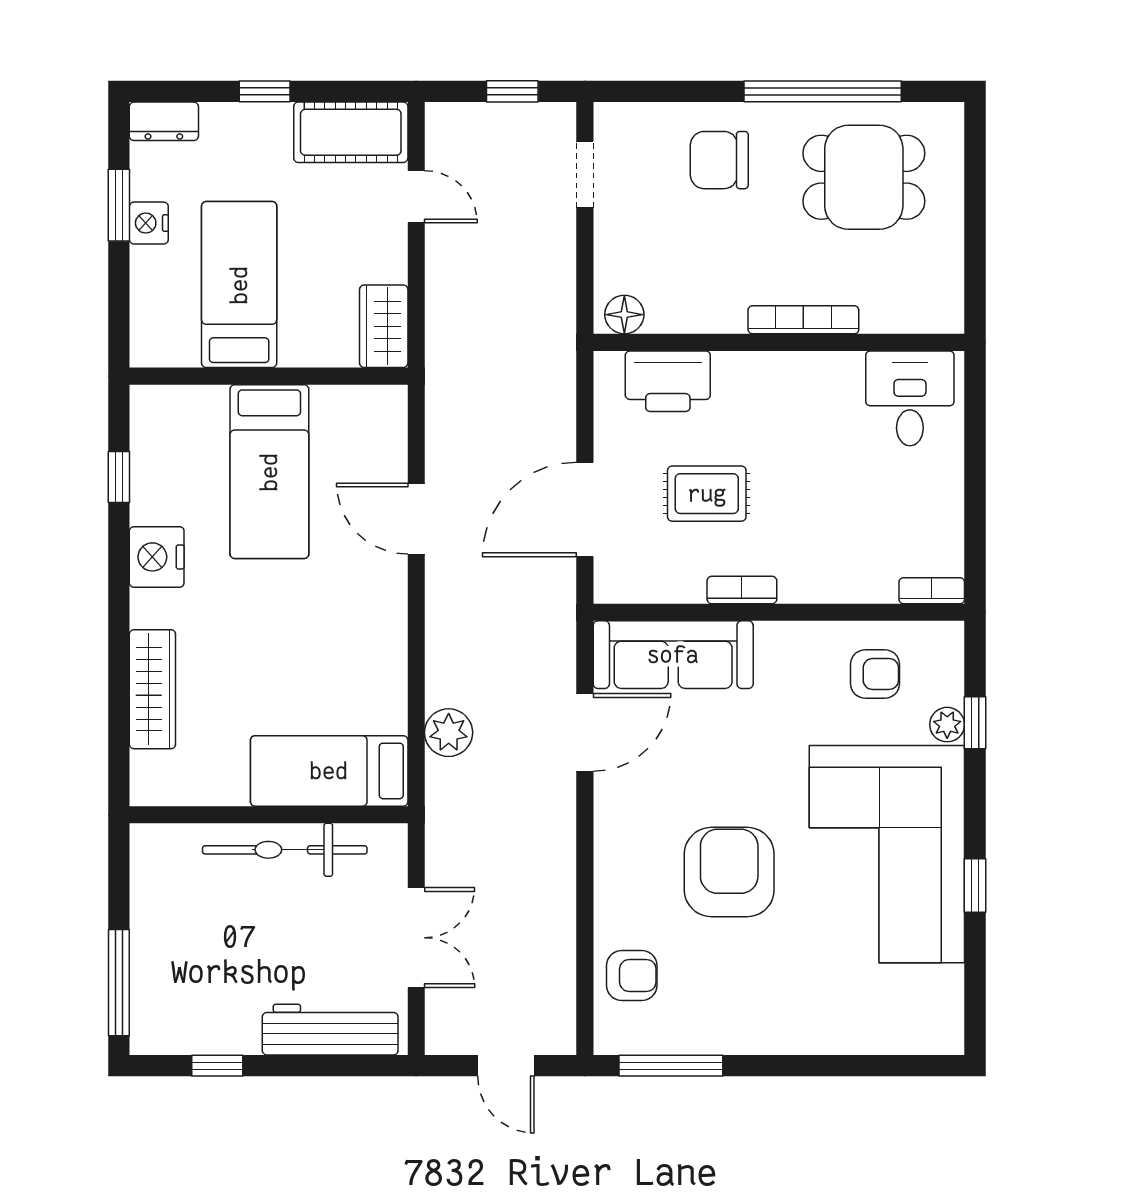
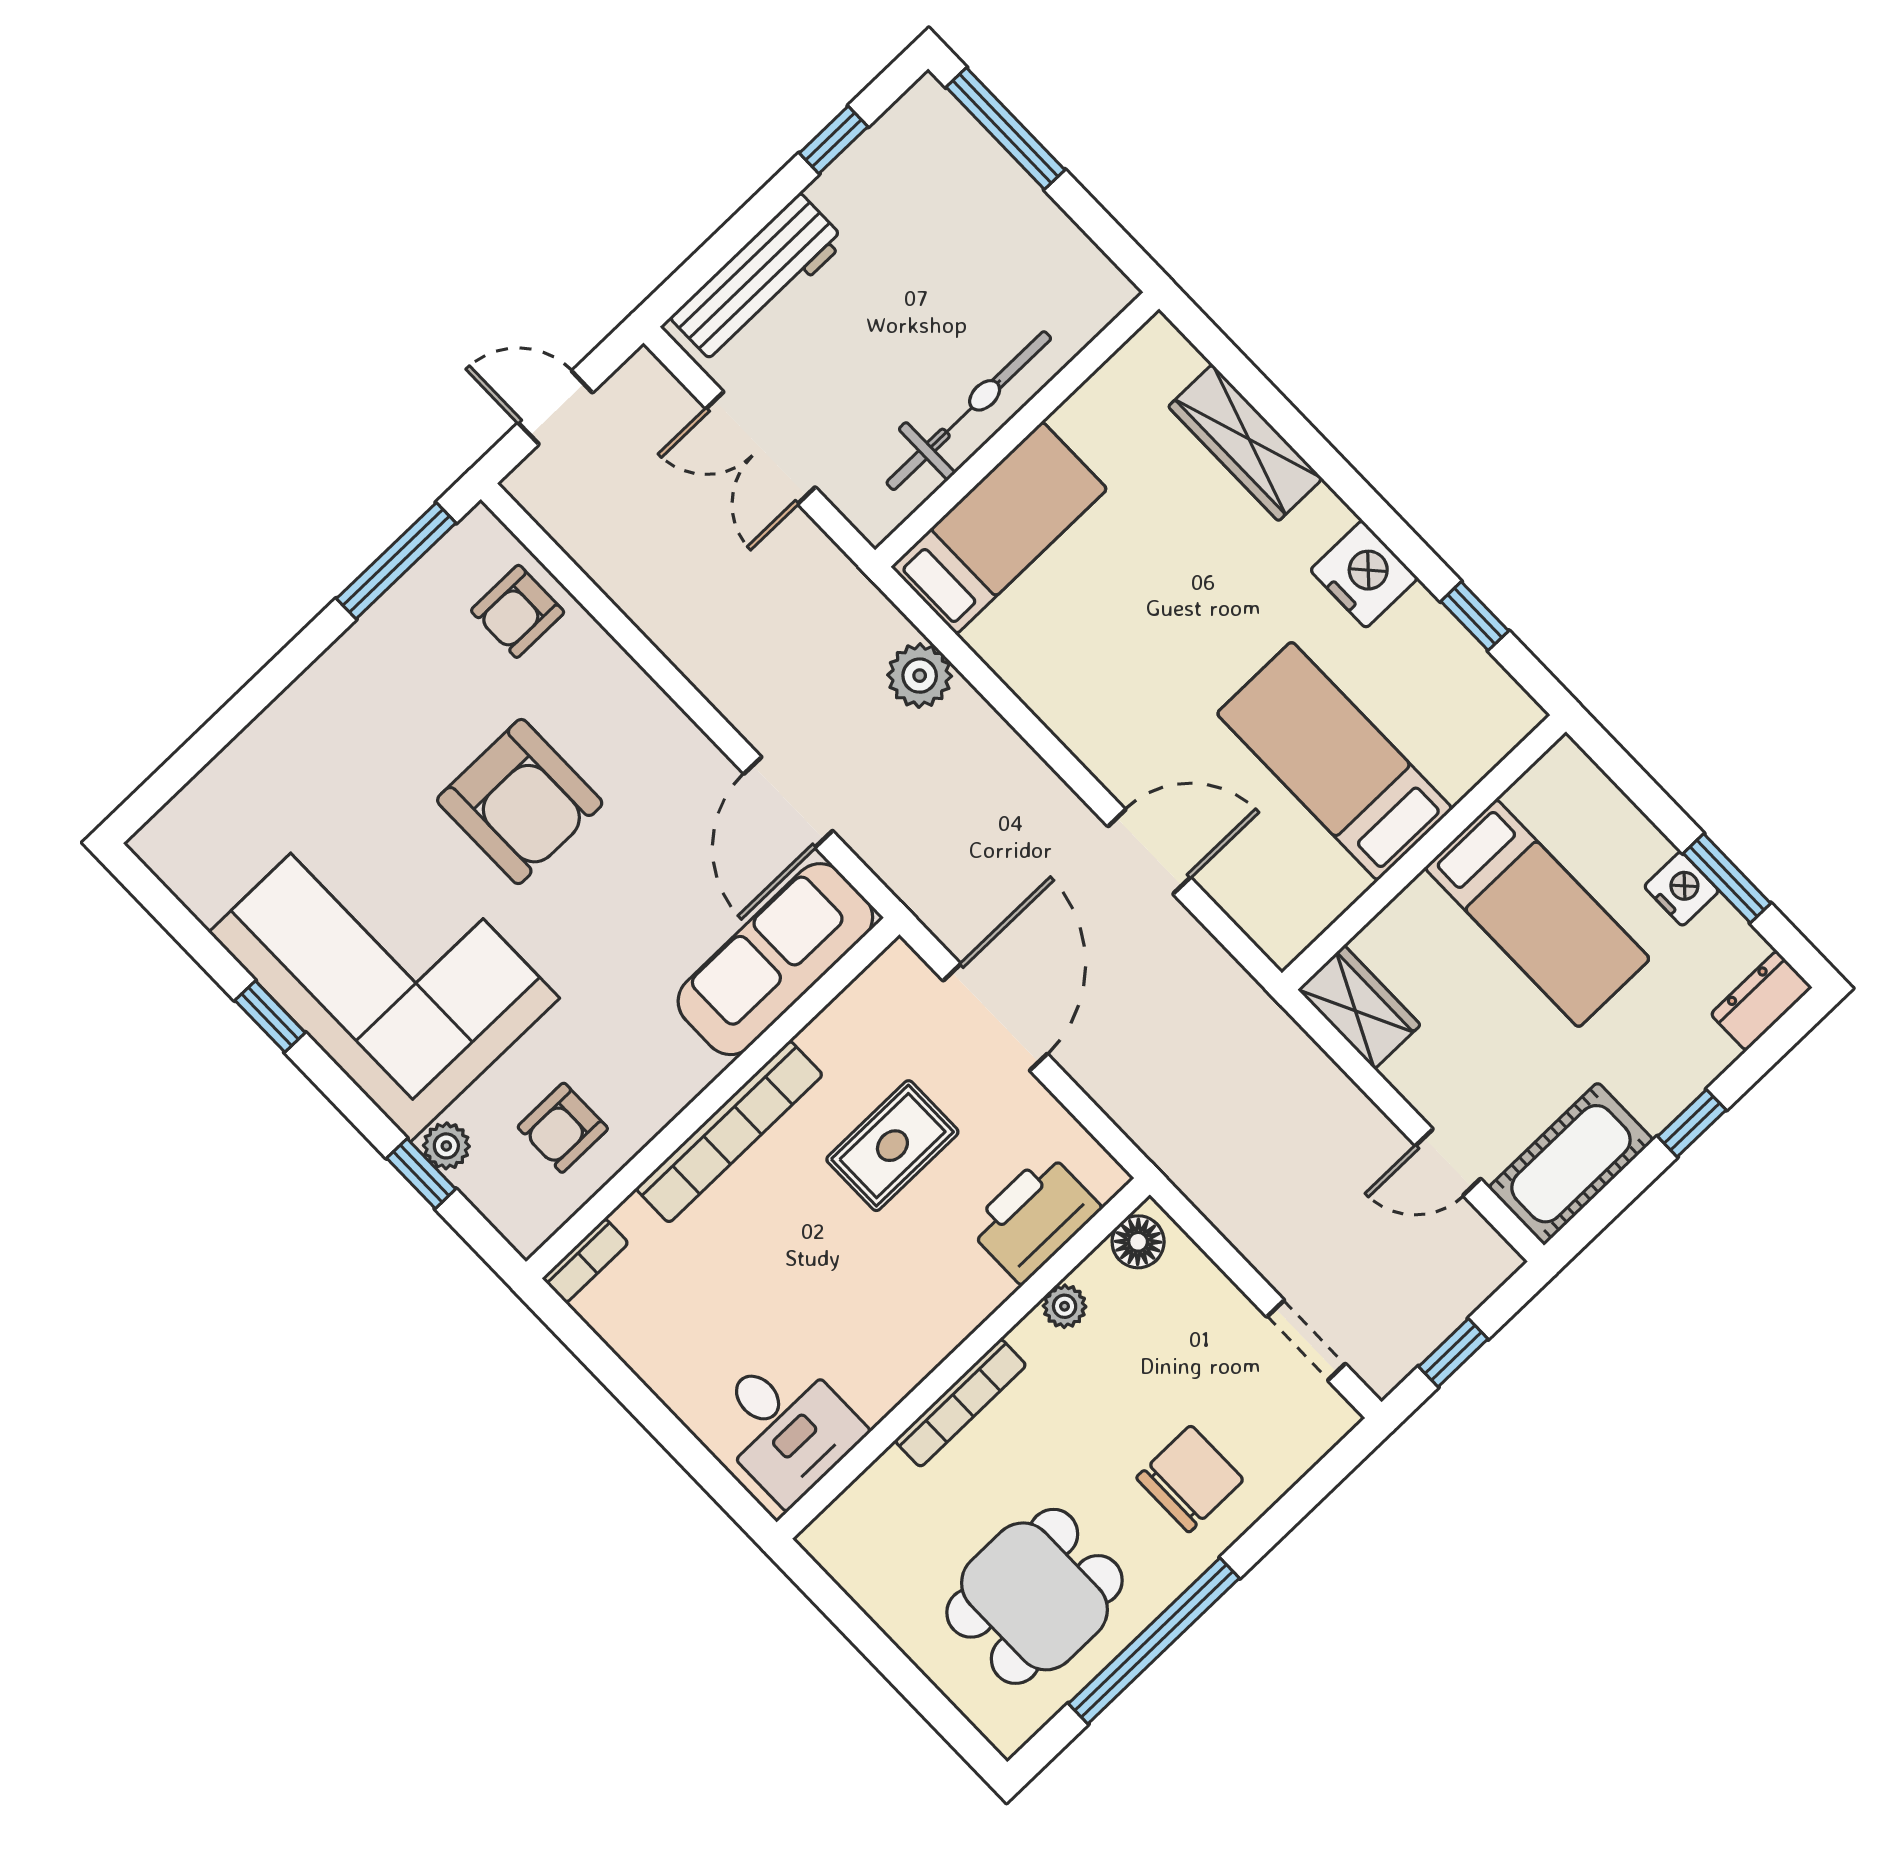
plant: (697, 318) -> (1065, 1306), added
bookcase: (742, 590) -> (729, 1132), width x2.31, depth x1.31

